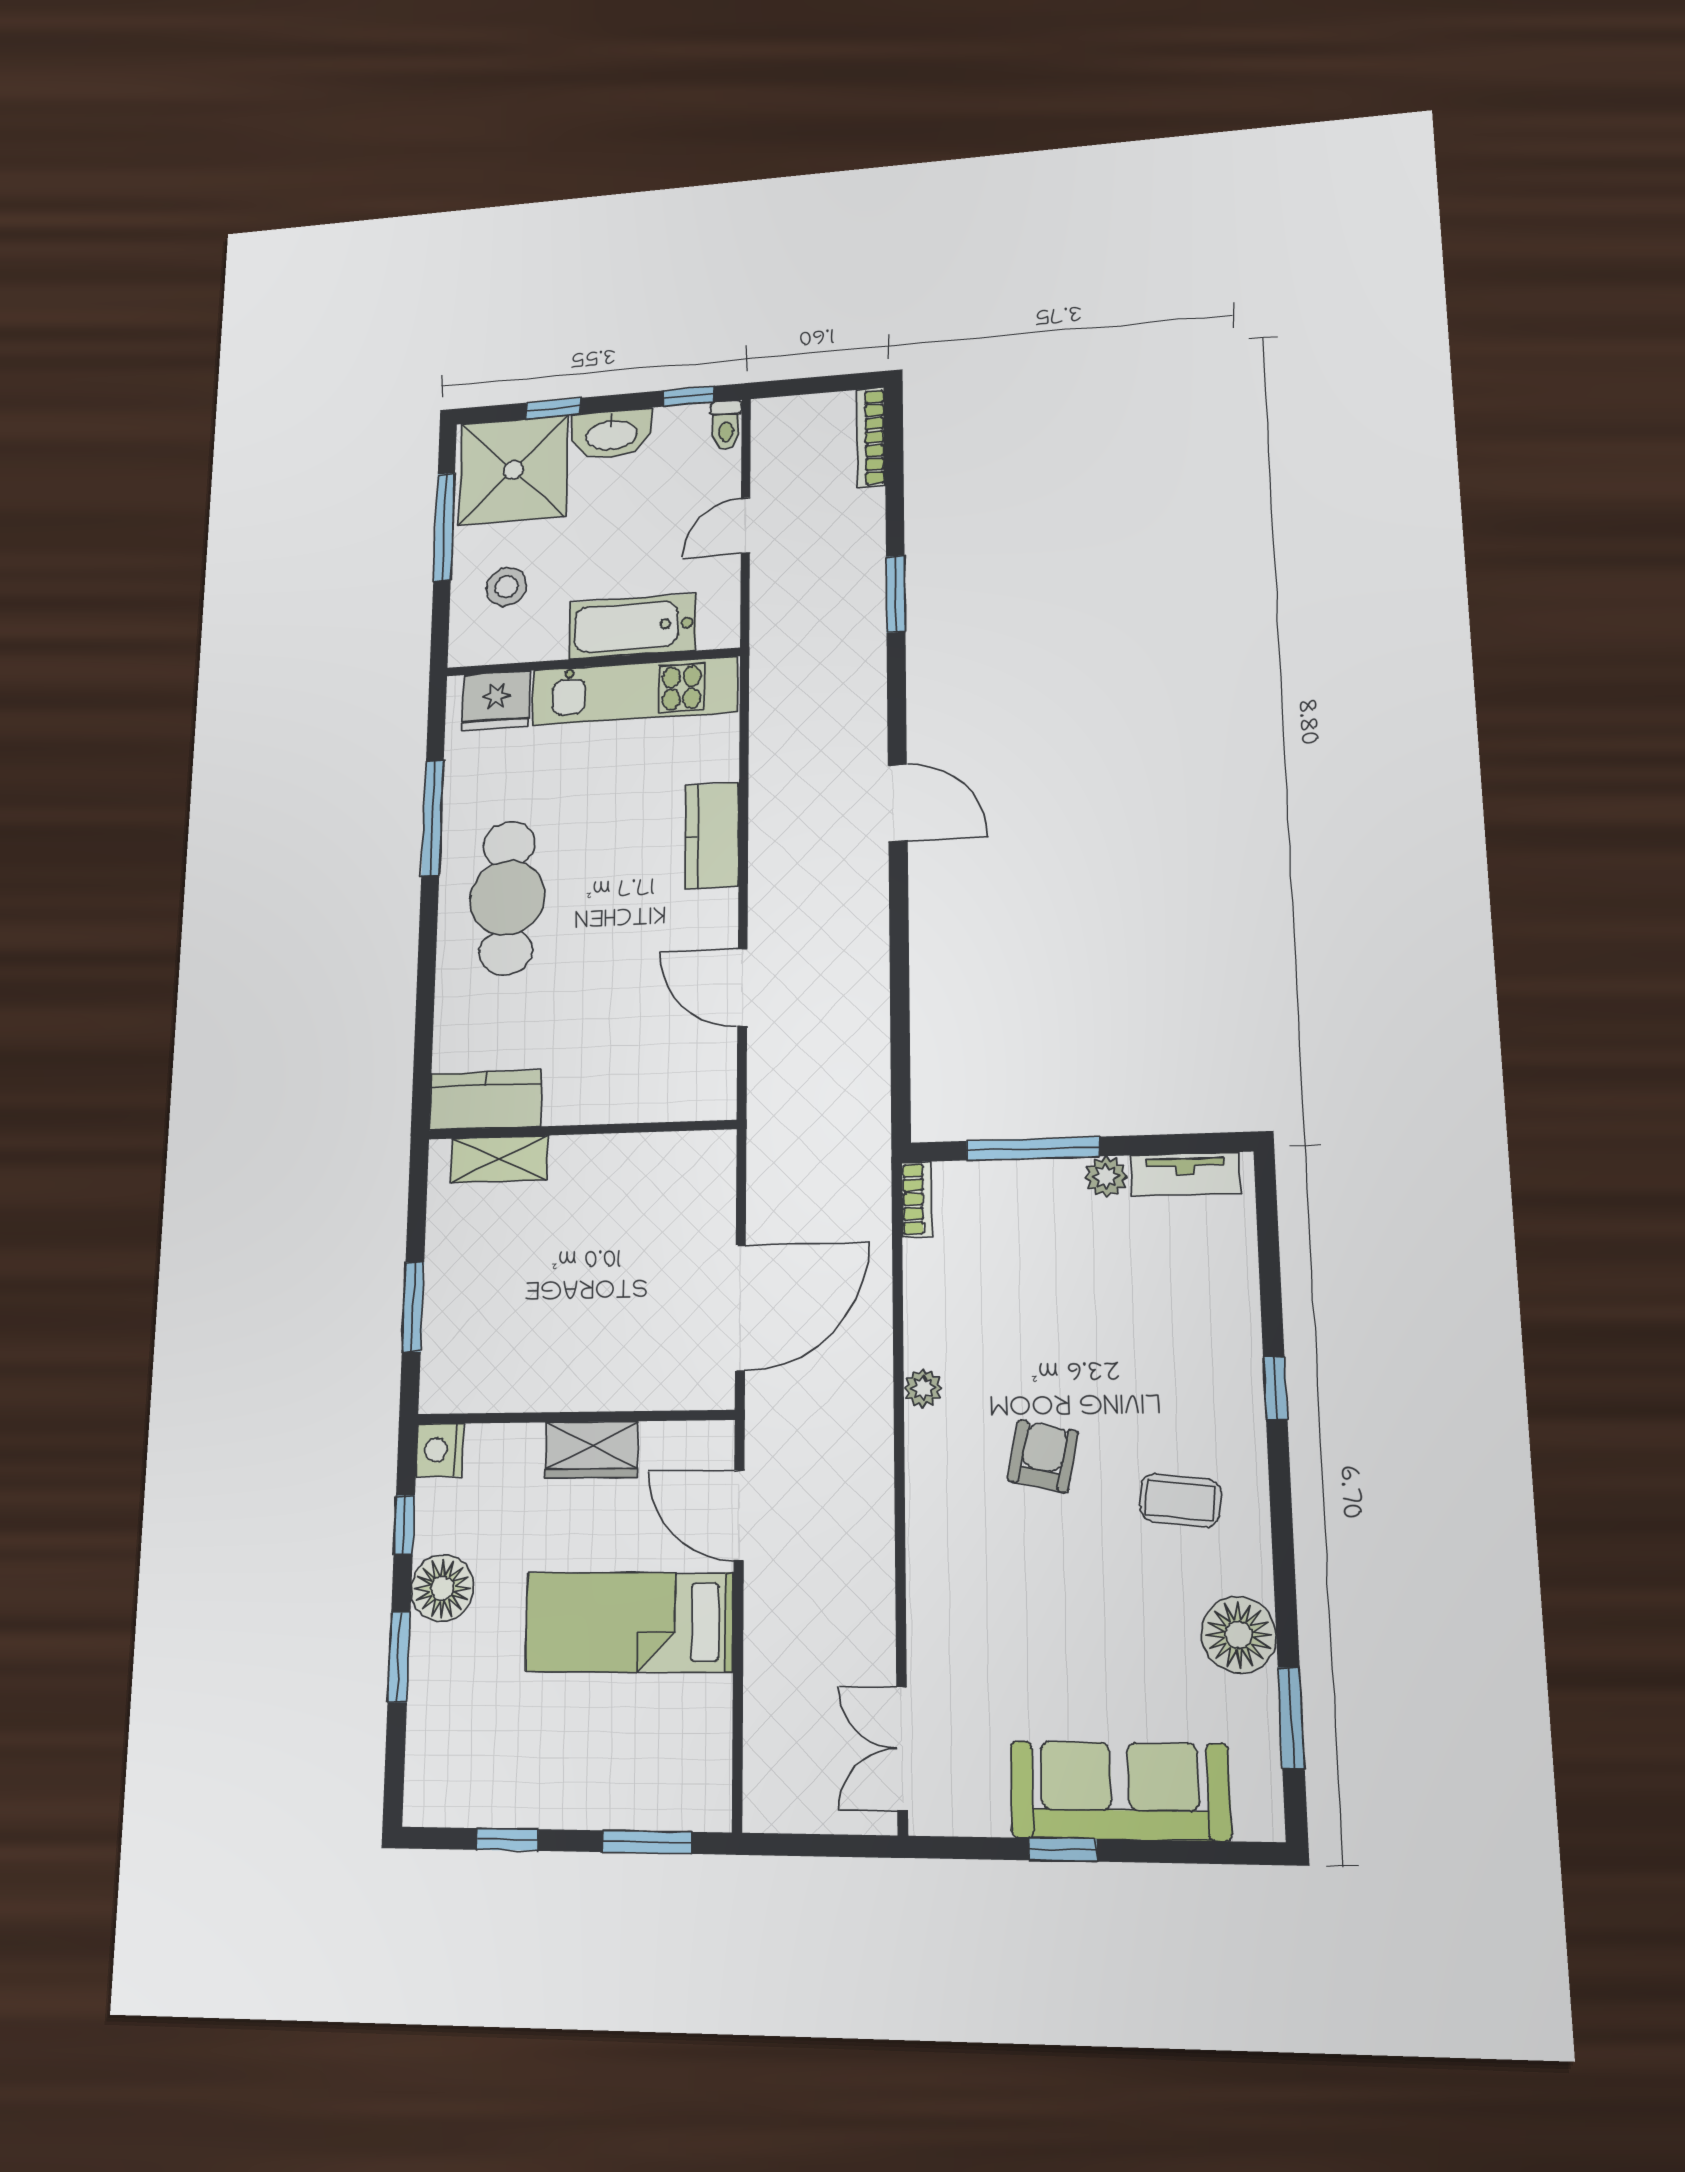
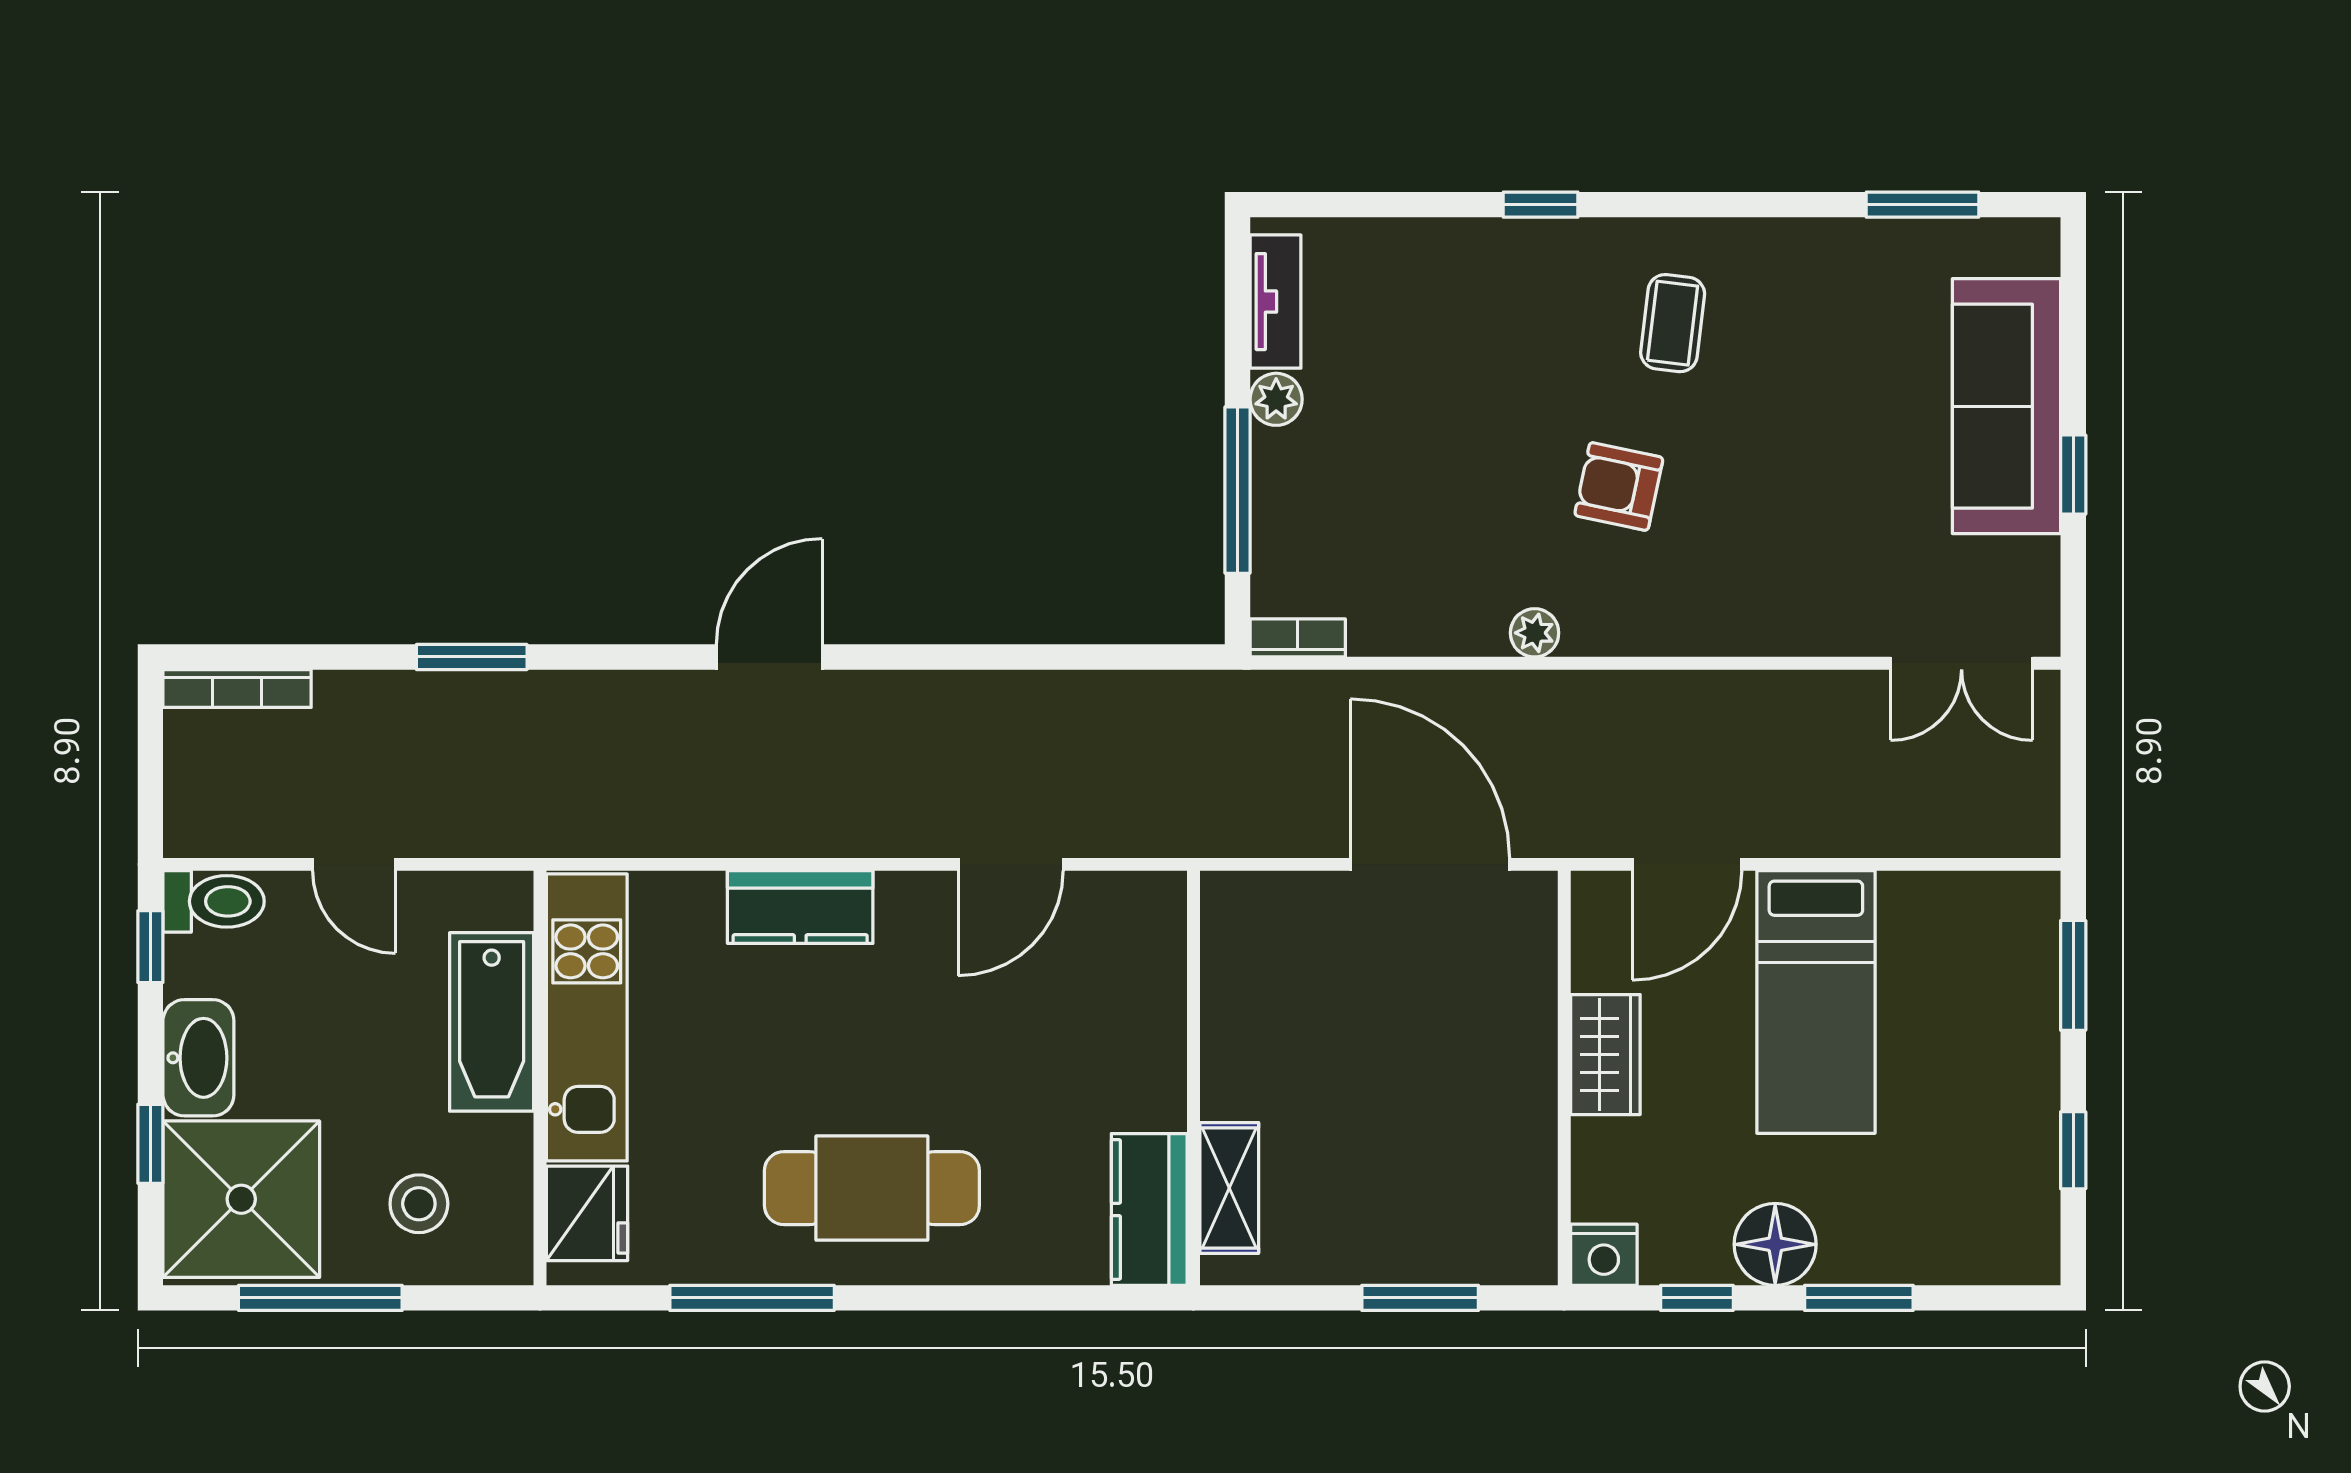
toilet: (726, 425) -> (214, 901), width x1.37, depth x1.39
floor lamp: (1239, 1635) -> (1829, 261), removed

